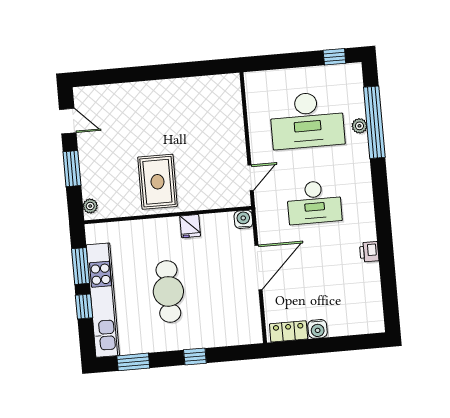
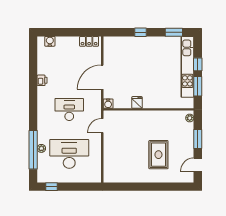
door: (68, 121) -> (198, 165), hinge flipped
rug: (157, 182) -> (158, 155), moved
cafe table: (168, 291) -> (152, 68), removed
water cooler: (318, 329) -> (50, 41), moved

